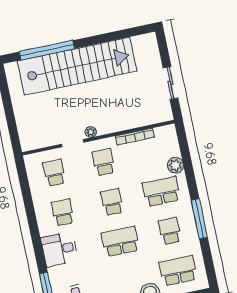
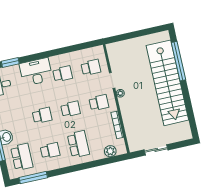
plant: (175, 165) -> (110, 151), moved
window: (199, 219) -> (33, 178), moved
school desk: (120, 242) -> (42, 115), width x0.54
desk: (59, 249) -> (36, 72), width x1.37

